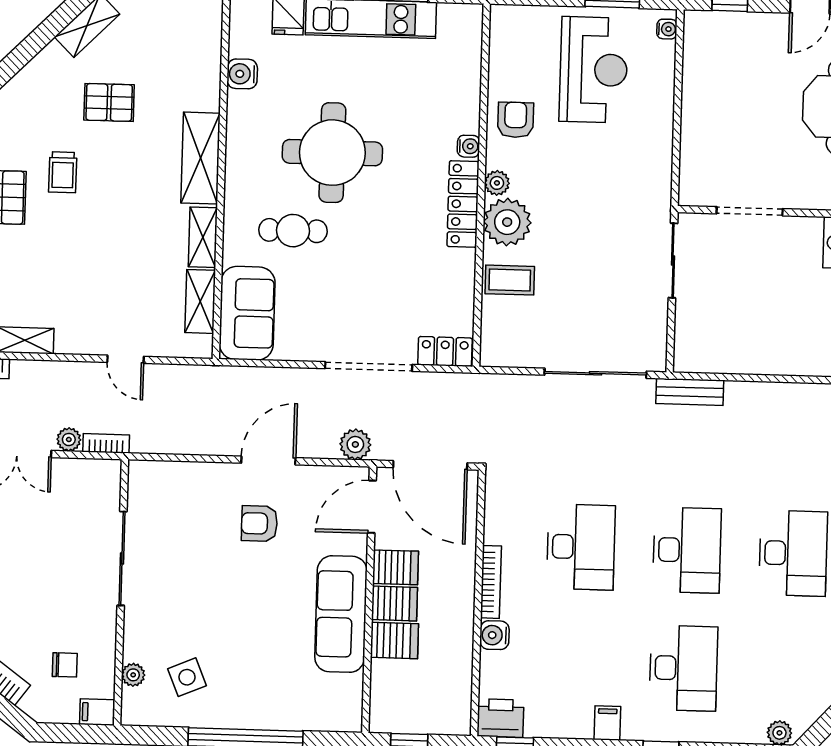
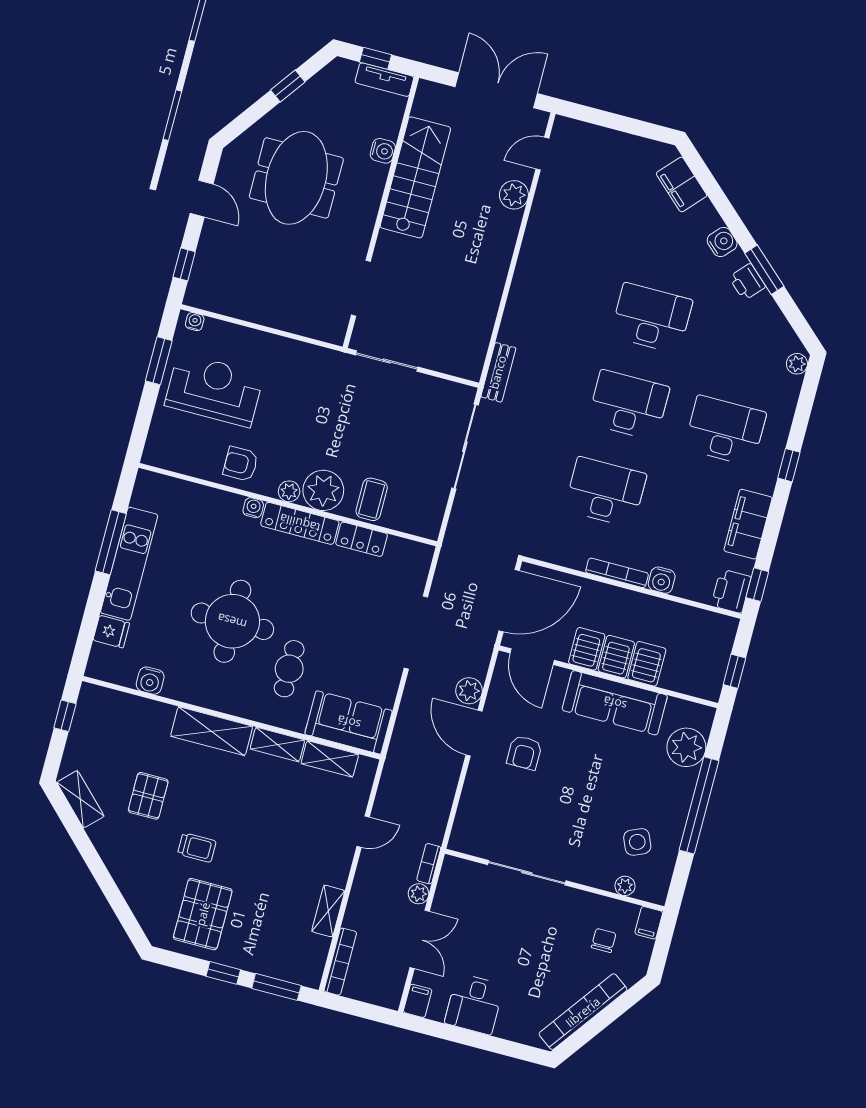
locker: (445, 351) -> (362, 539), moved, turned -90
plant: (355, 444) -> (469, 691), moved
plant: (309, 708) -> (686, 747), added
filing cabinet: (607, 723) -> (748, 524), width x3.00, depth x1.17

